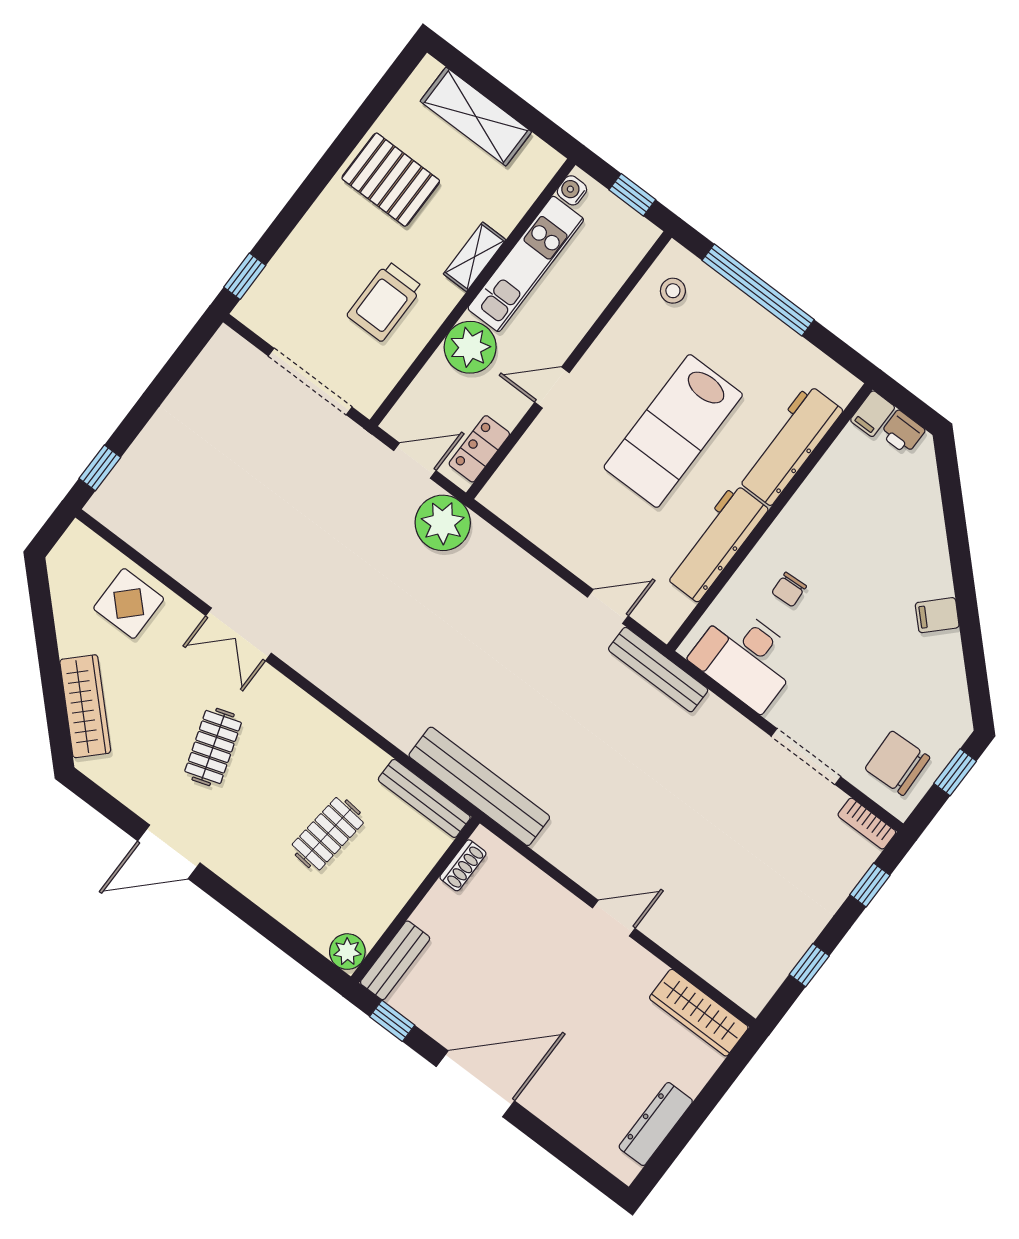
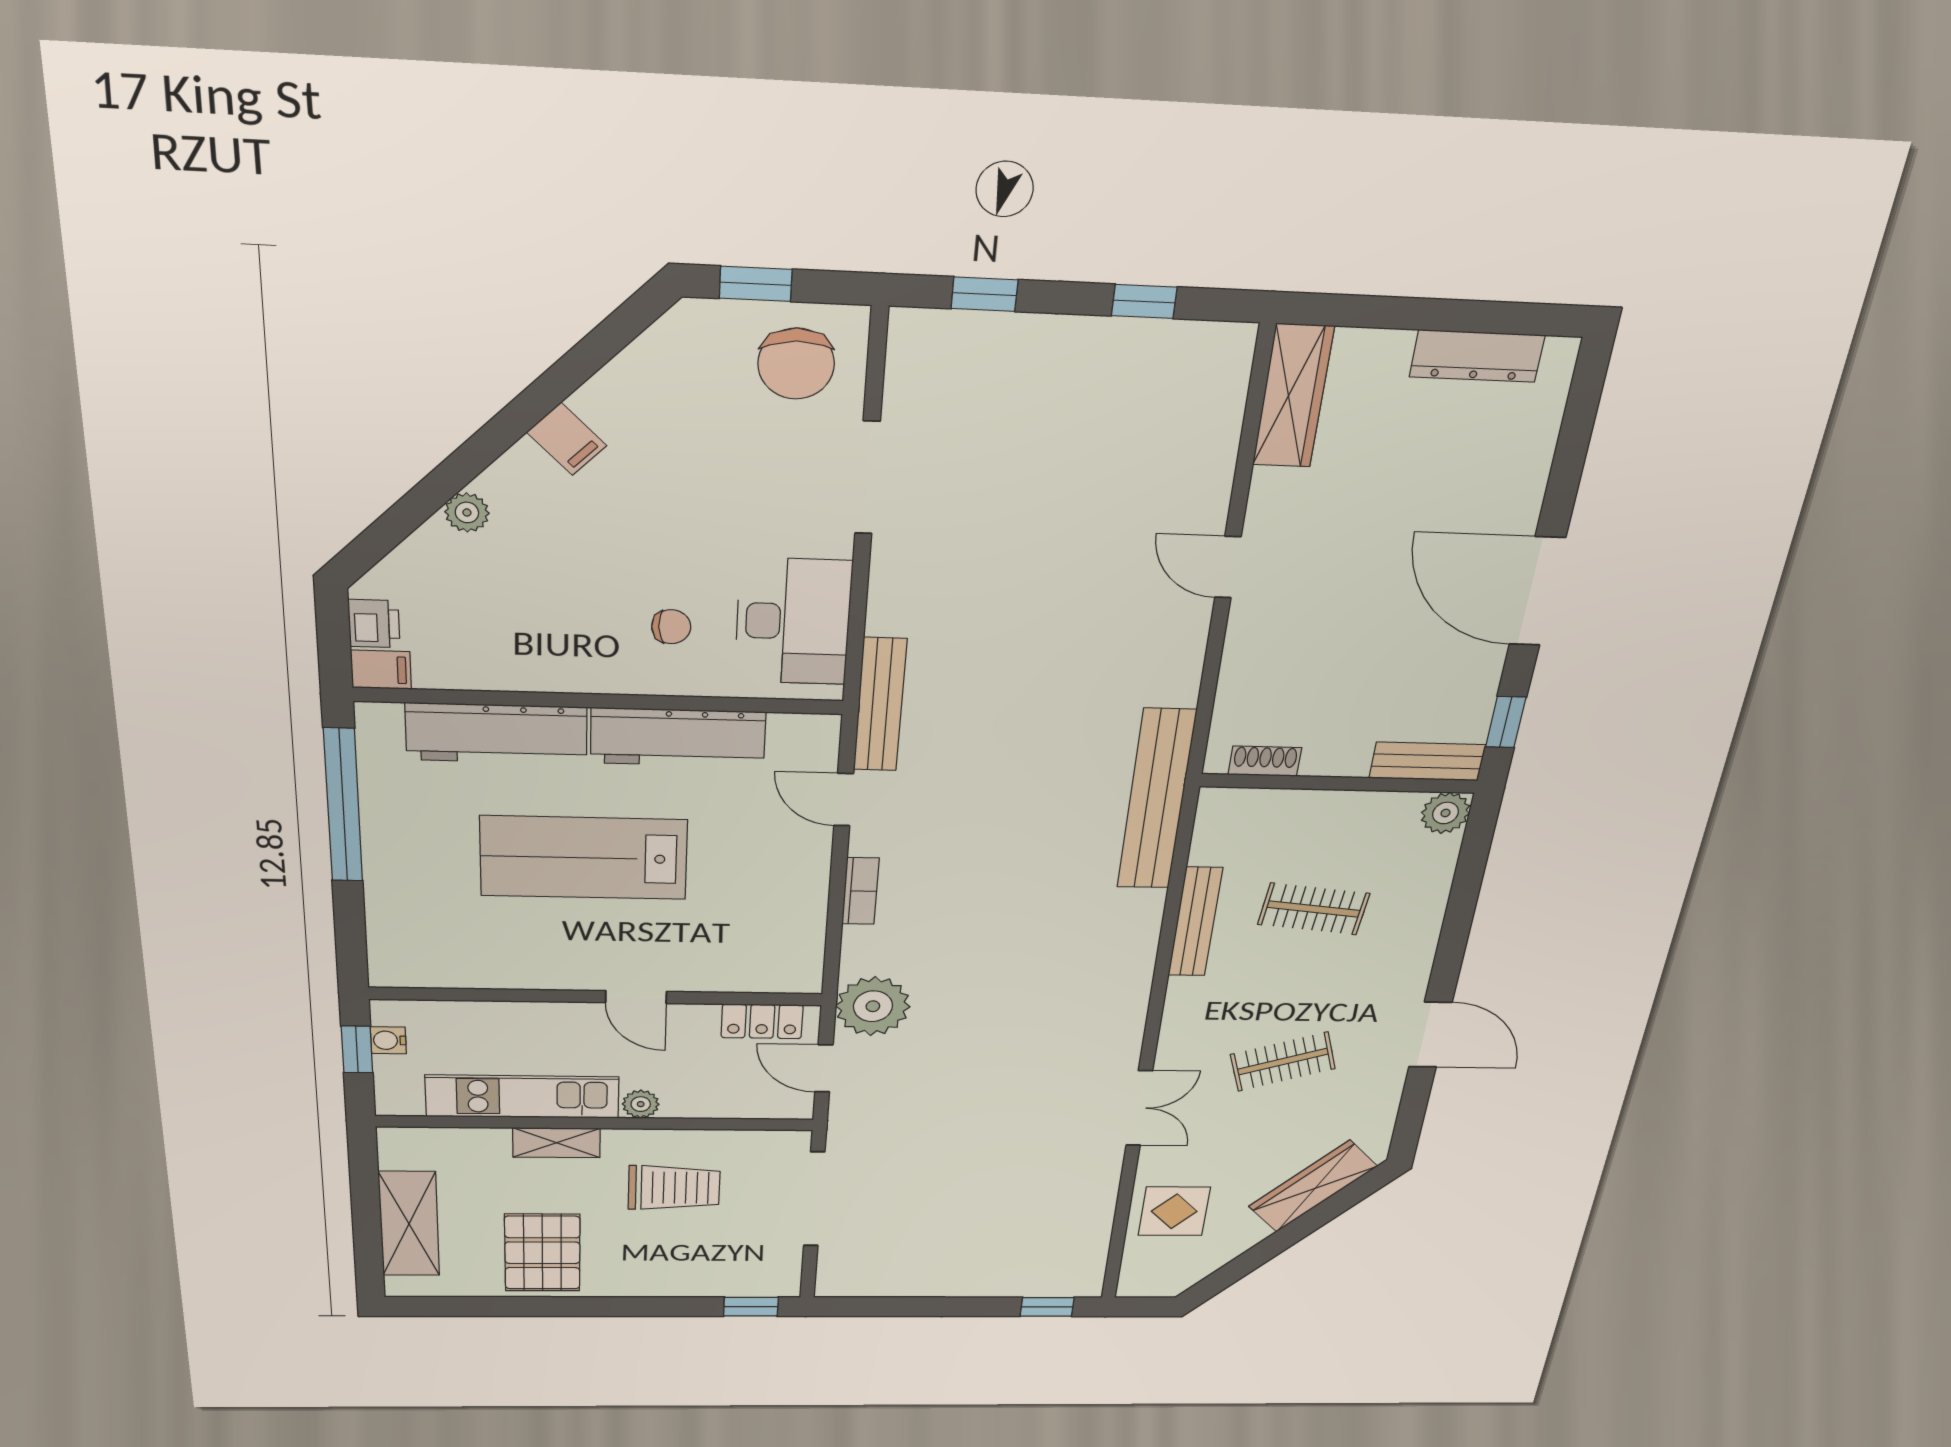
water cooler: (572, 190) -> (388, 1040), moved, turned 90
window: (758, 290) -> (343, 806), moved
stool: (673, 291) -> (426, 952), removed
plant: (470, 347) -> (641, 1104), width x0.53, depth x0.53
lab bench: (673, 431) -> (584, 858), turned 180
plant: (932, 532) -> (467, 512), added
bench: (424, 798) -> (1195, 922), moved
bookcase: (867, 824) -> (860, 891), moved

